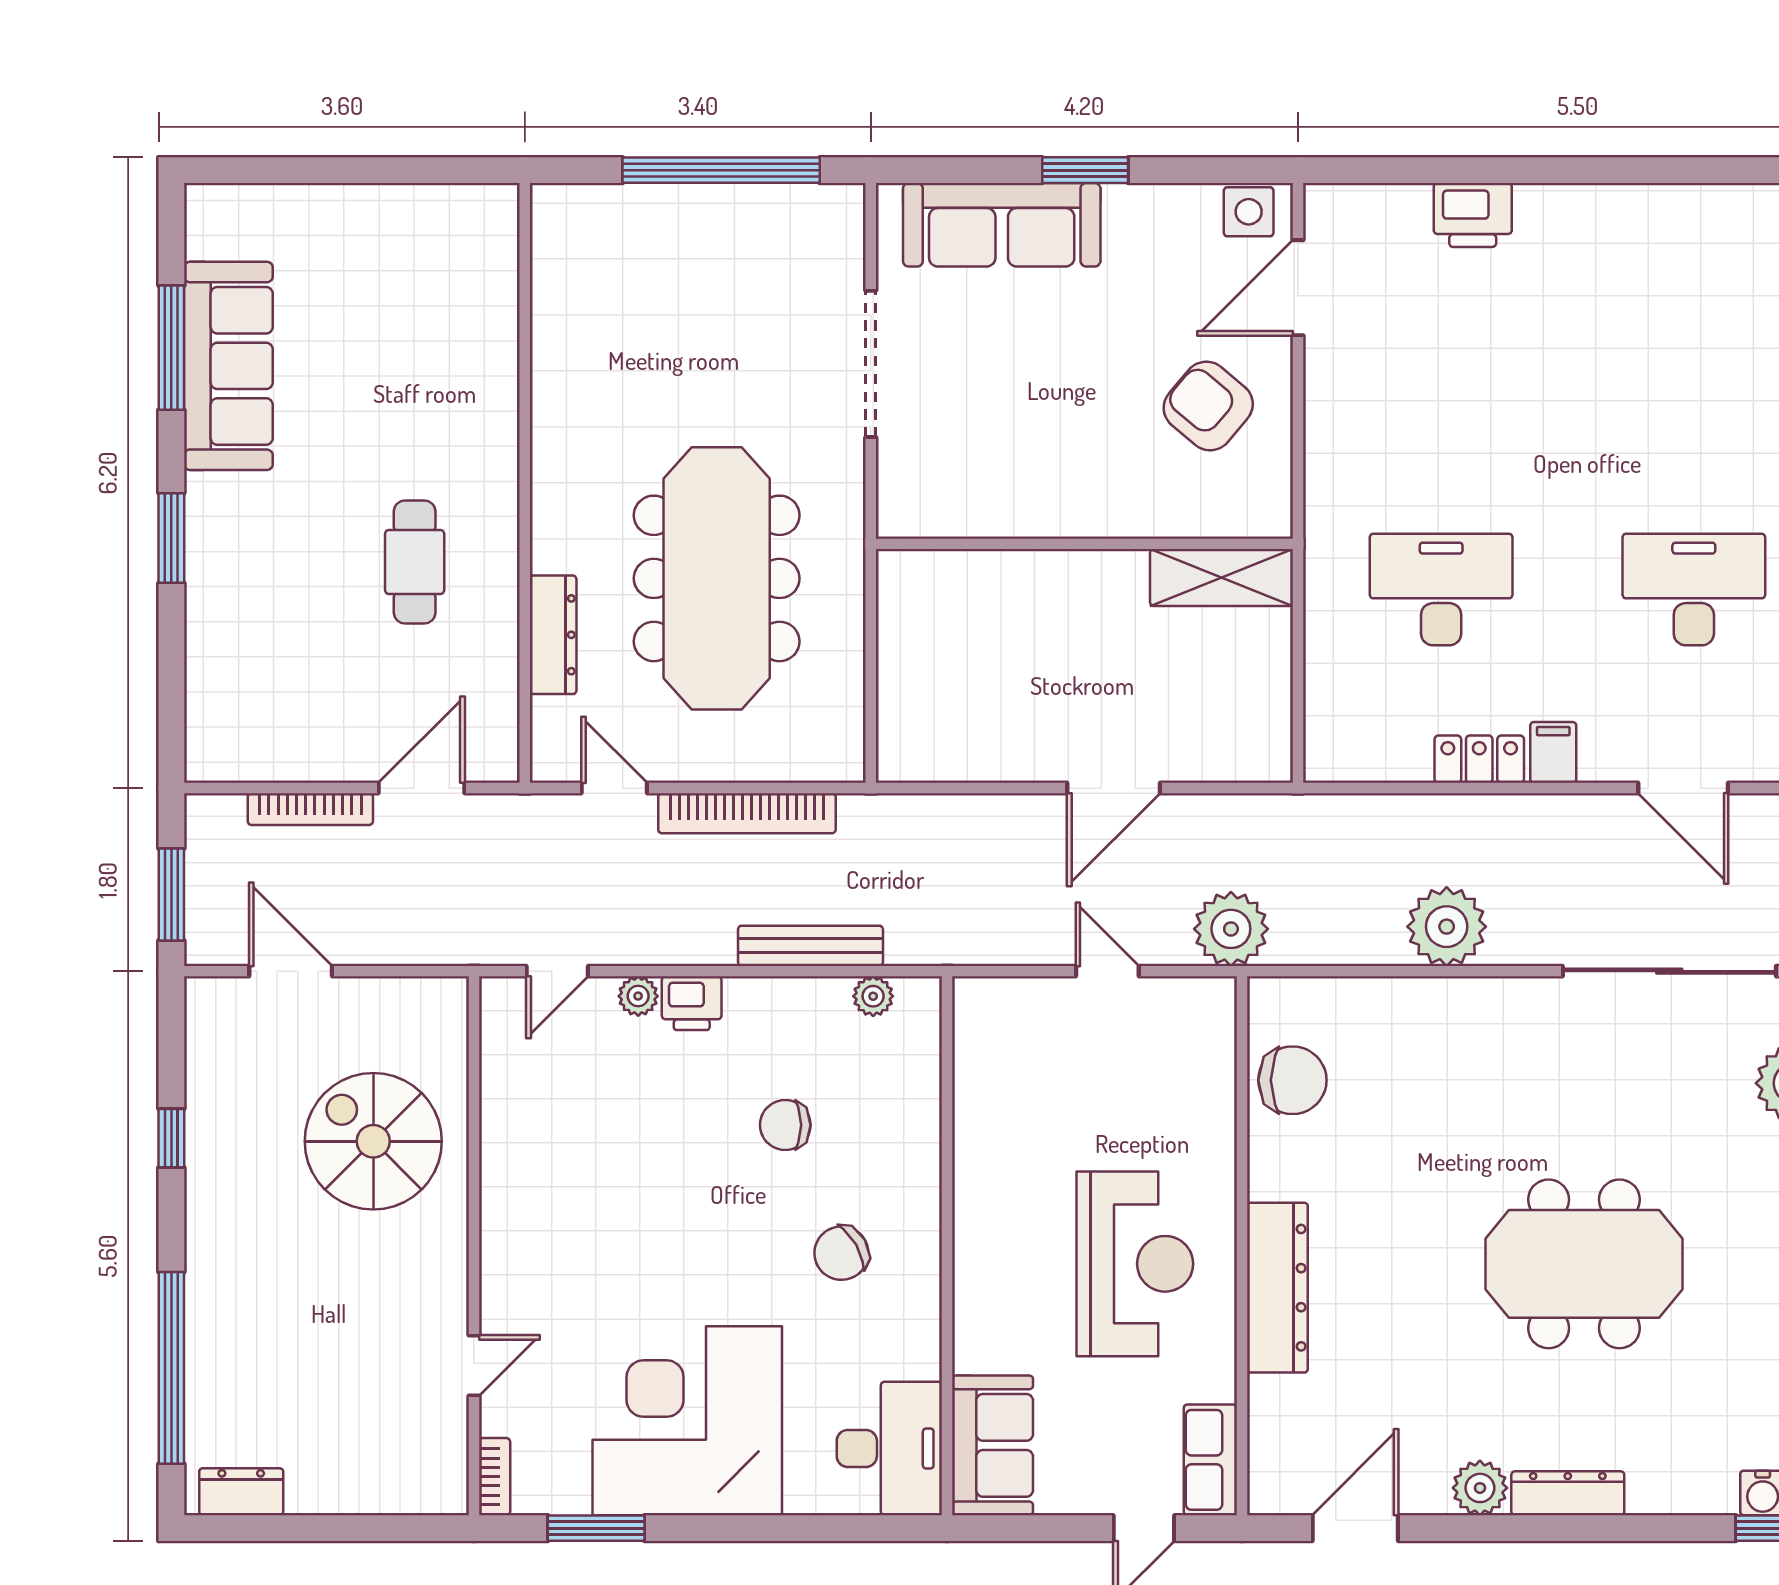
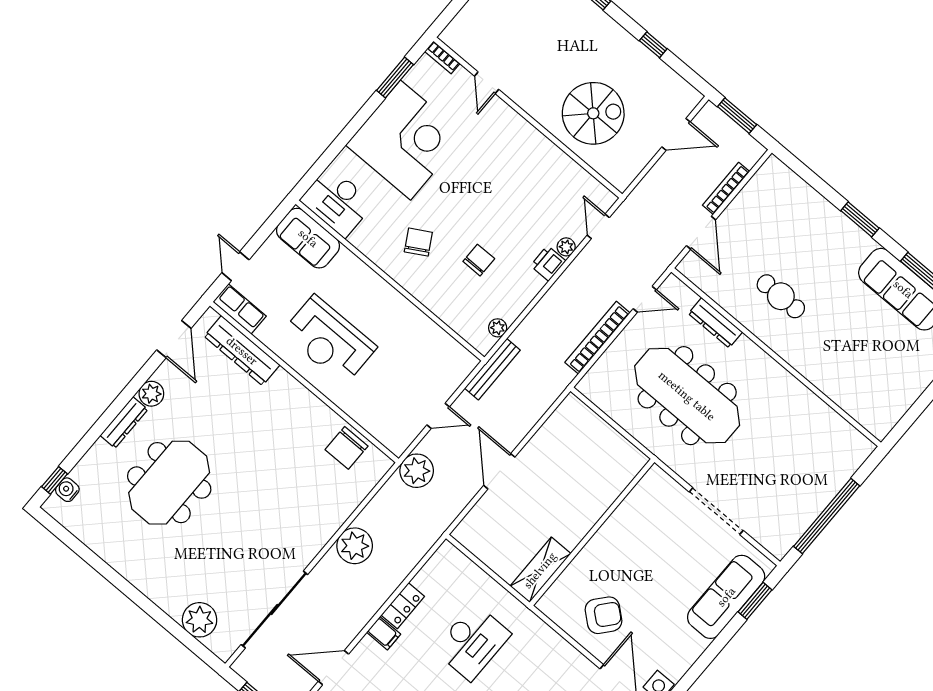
window: (1085, 170) -> (755, 601), moved
bench: (810, 946) -> (492, 369), moved
meeting table: (1584, 1264) -> (169, 483), moved
dresser: (1277, 1288) -> (242, 351), moved

